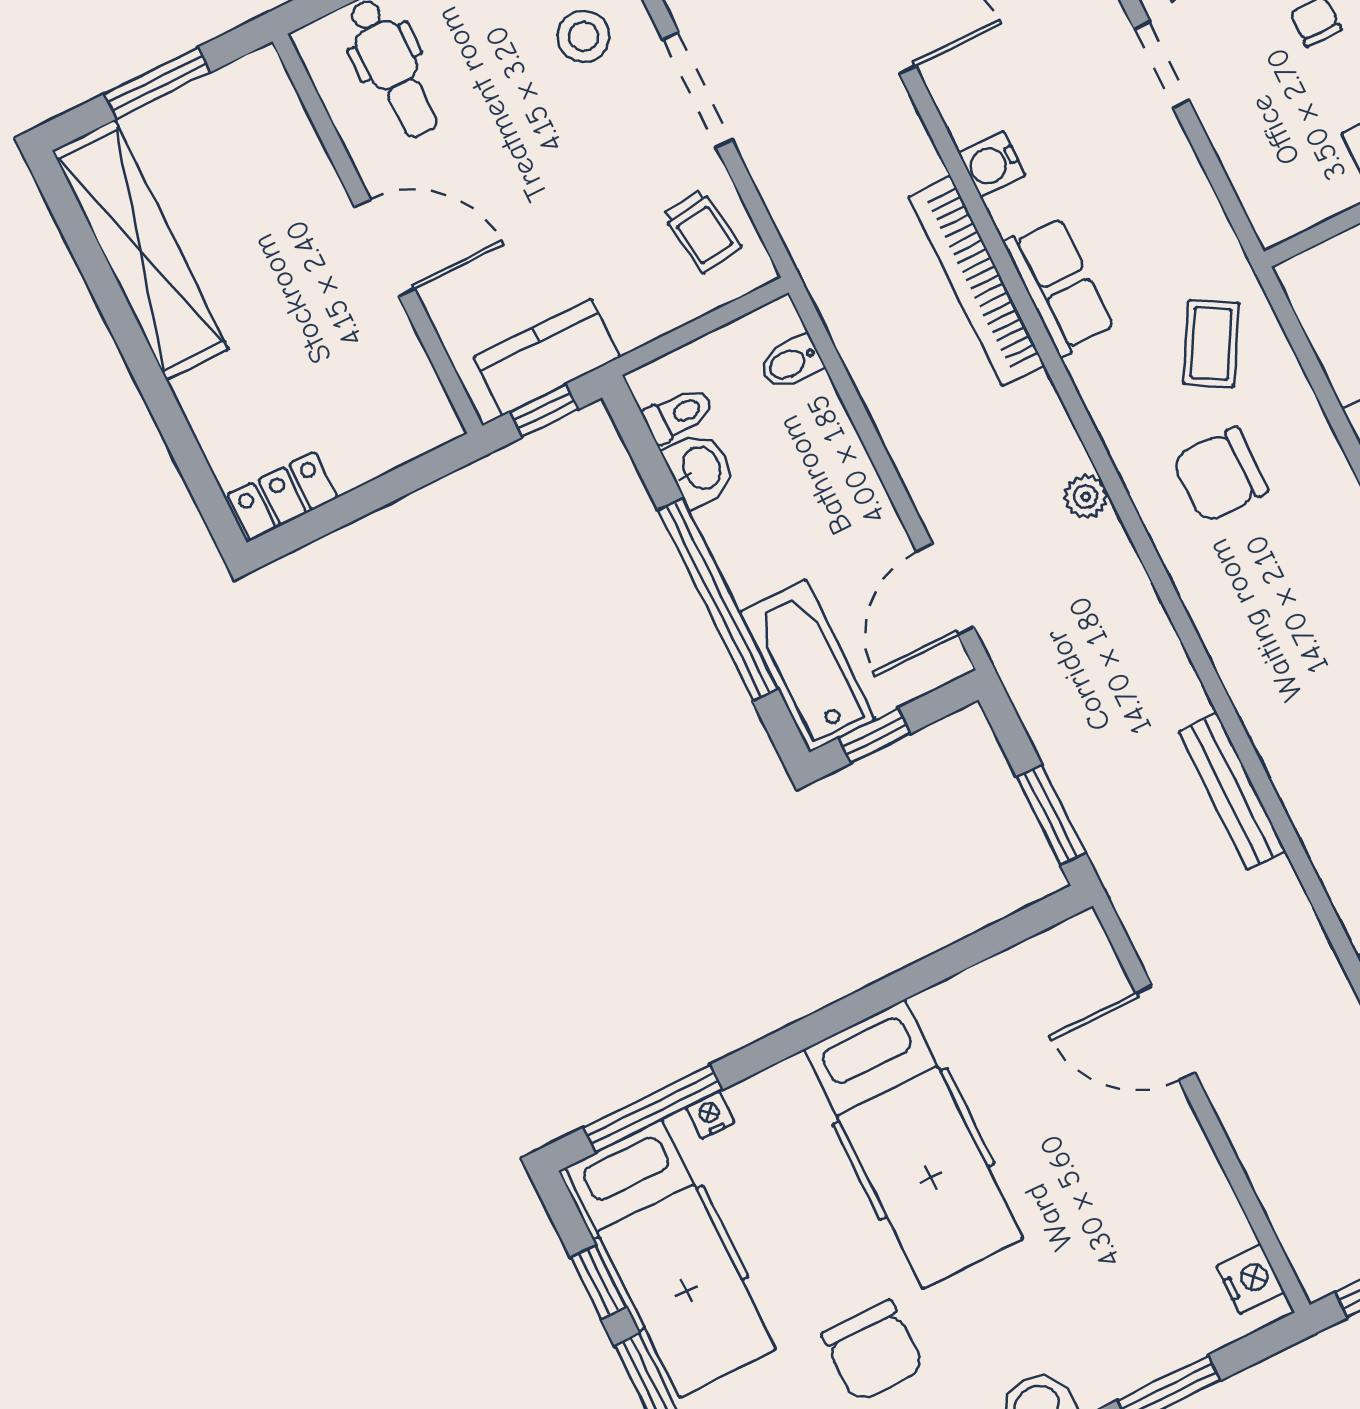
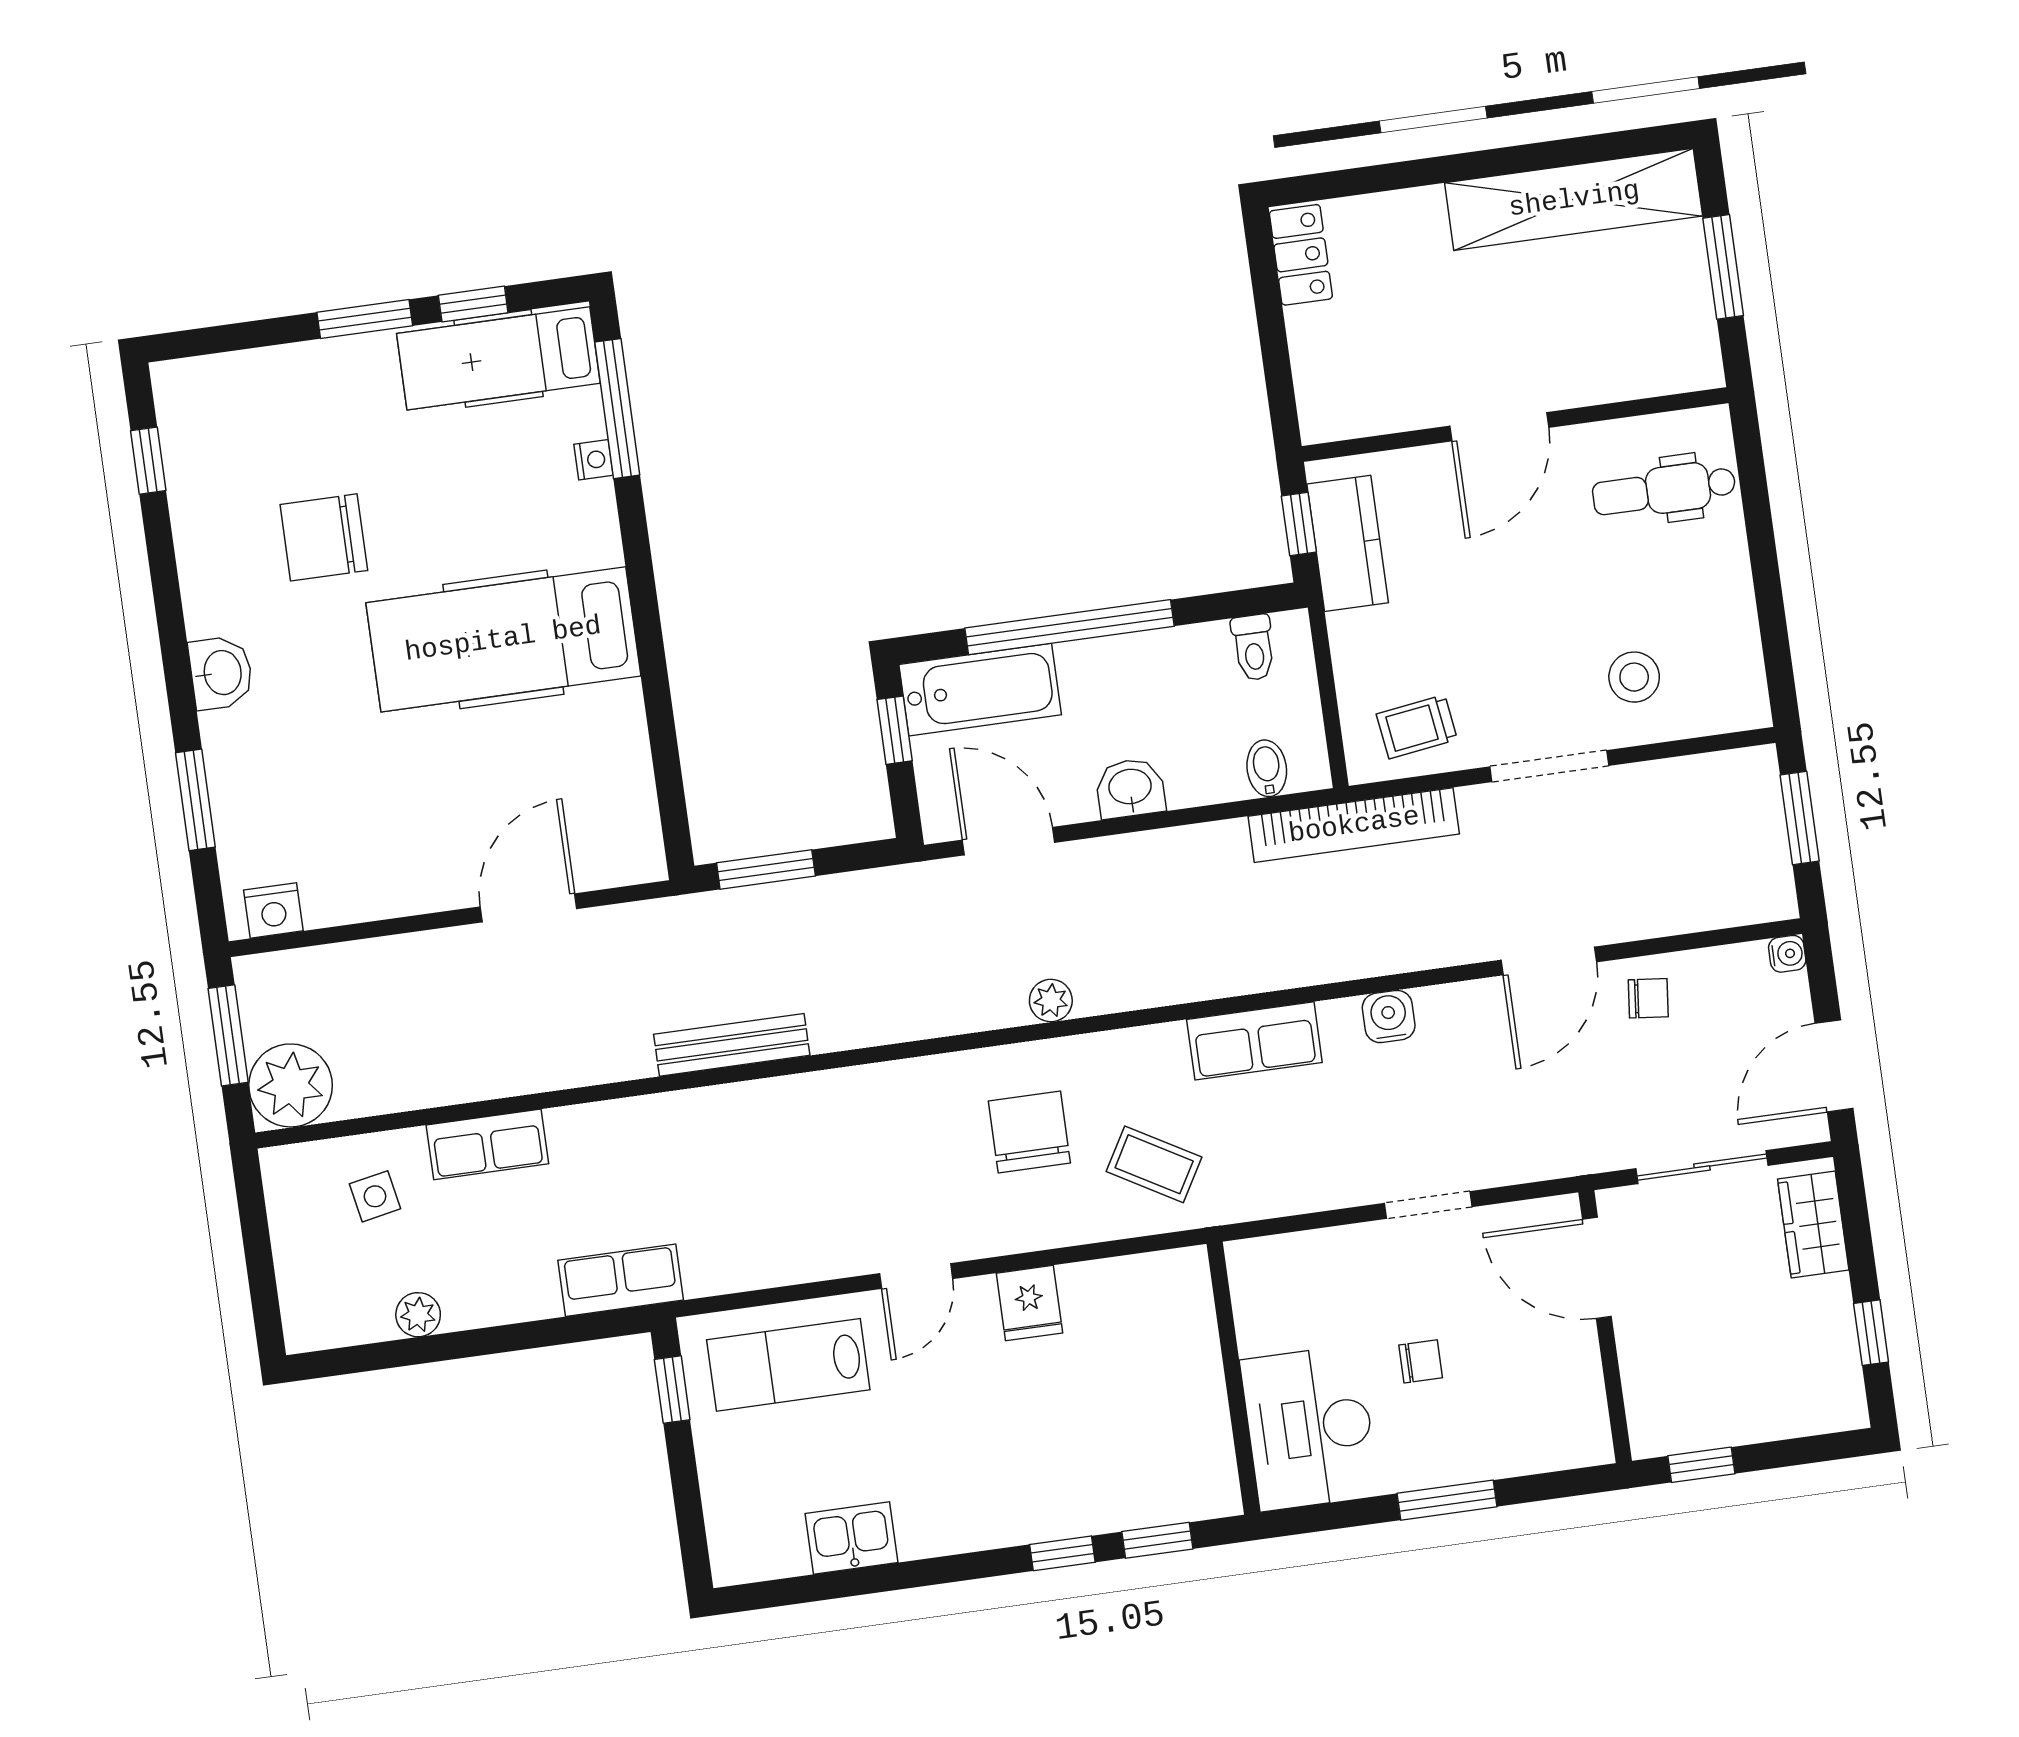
bookcase: (976, 281) -> (1354, 825), moved, turned 180
washbasin: (700, 469) -> (1130, 788), moved, turned 180
hospital bed: (671, 1258) -> (498, 358), width x0.73, depth x0.78

